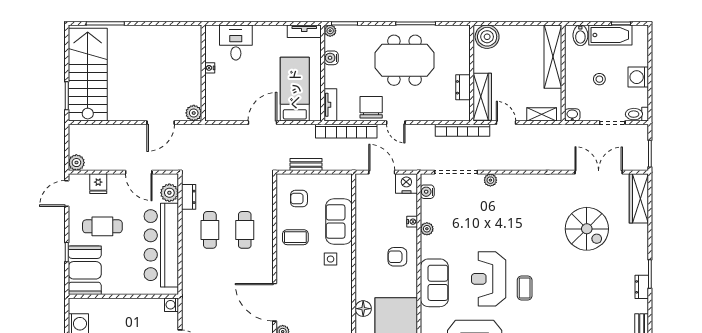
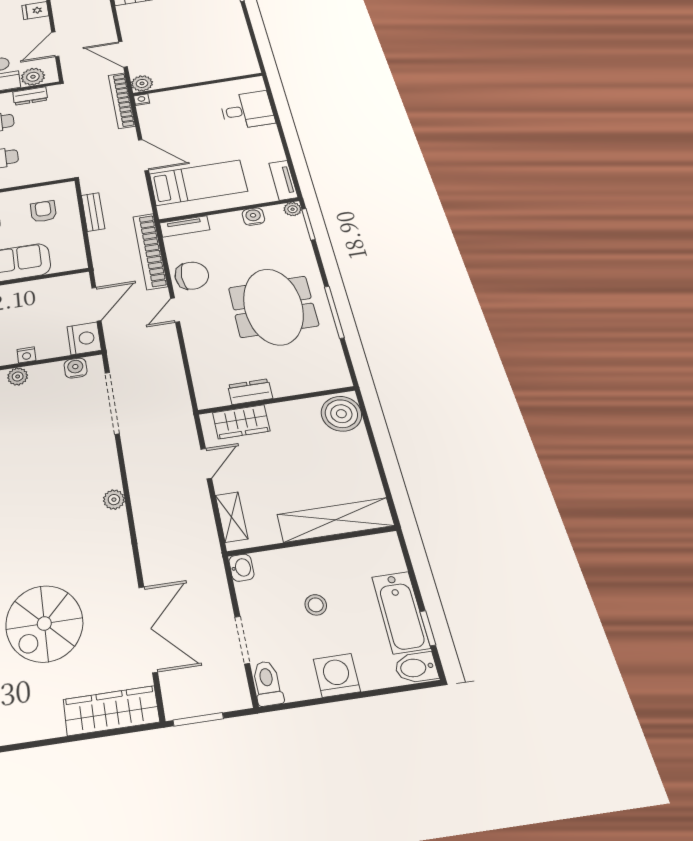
bidet: (580, 35) -> (416, 668), moved
nightstand: (210, 68) -> (142, 100), moved
wardrobe: (482, 97) -> (241, 422), width x0.67
bookcase: (462, 130) -> (122, 100), moved
plant: (490, 180) -> (114, 500), moved

